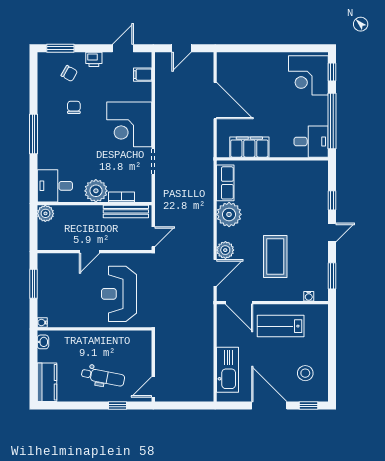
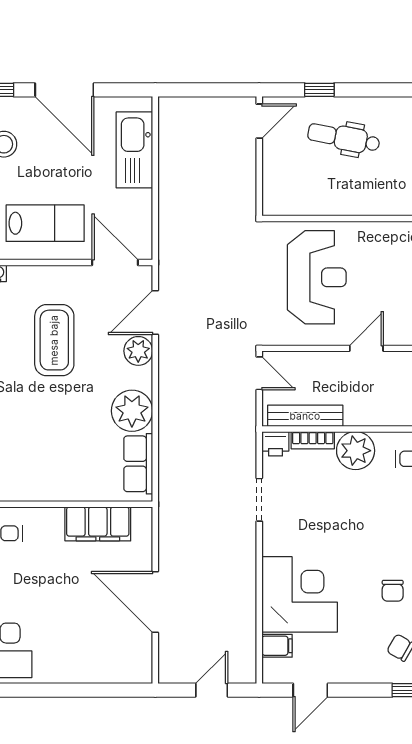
printer: (94, 59) -> (276, 444), moved, turned 180
corner desk: (129, 124) -> (300, 594), moved
door: (153, 237) -> (259, 373), swing flipped

